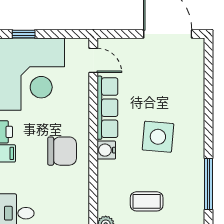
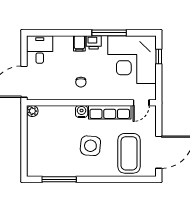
chair: (62, 151) -> (81, 82), width x0.54, depth x0.54
coffee table: (147, 201) -> (129, 153), moved, width x1.86, depth x1.72

